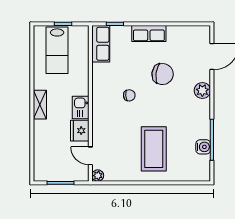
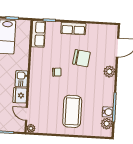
plant: (203, 163) -> (107, 124), added

